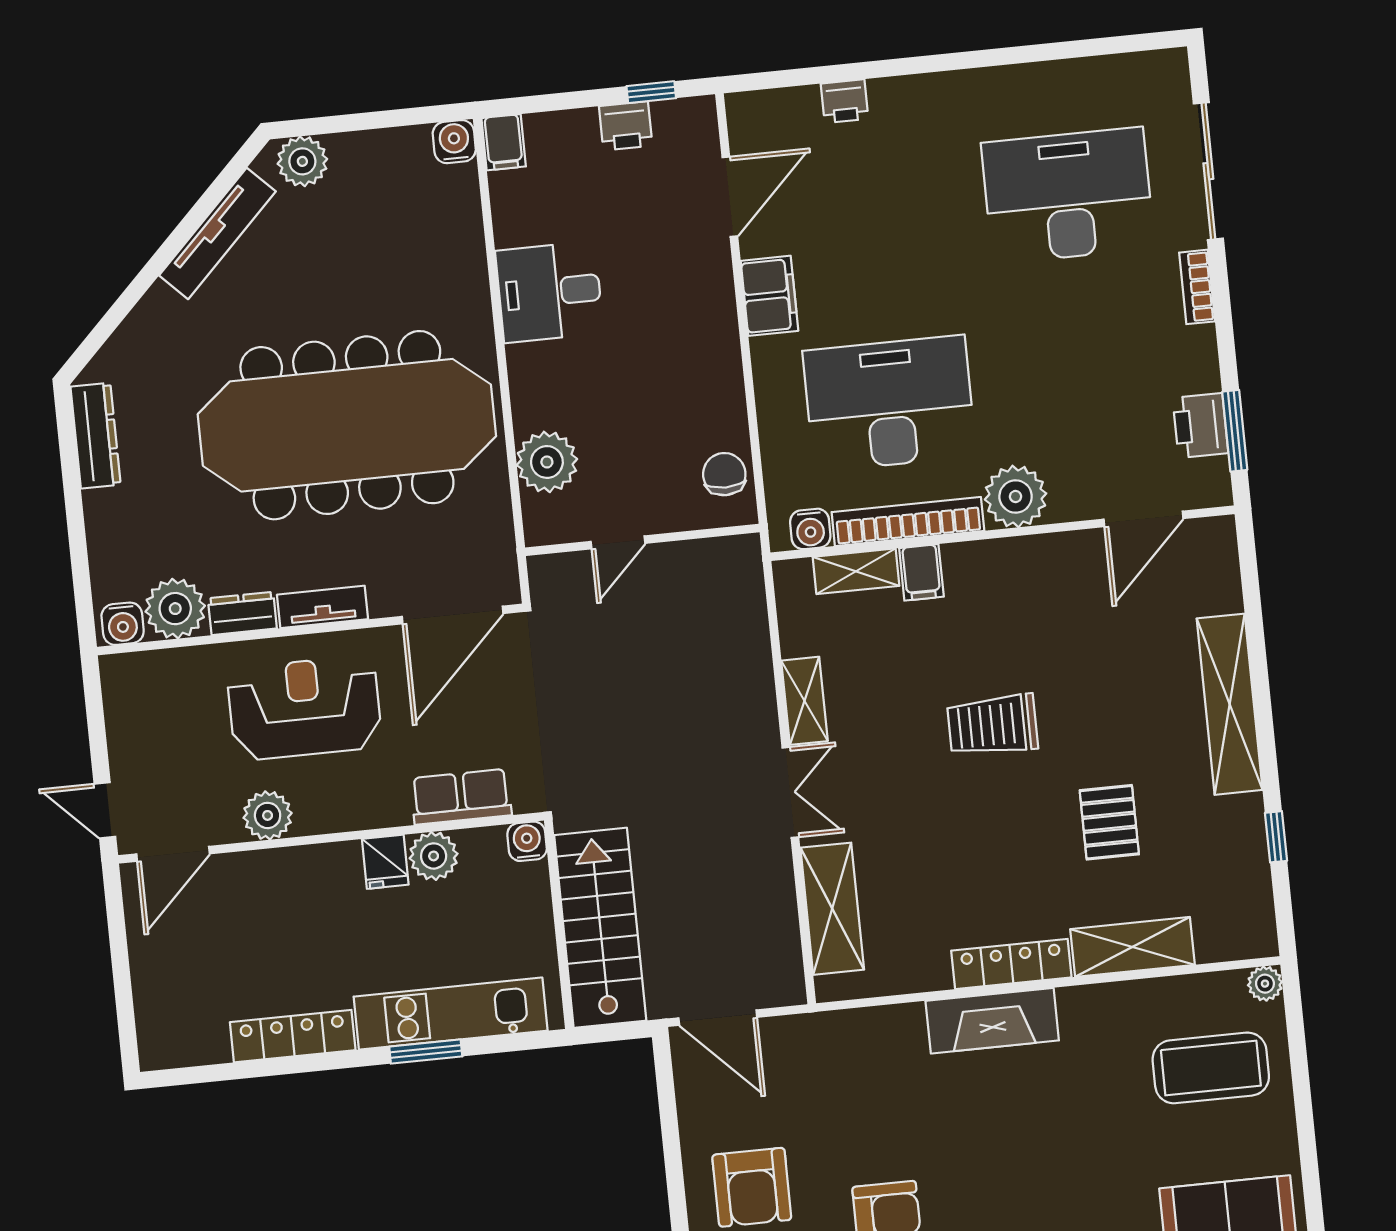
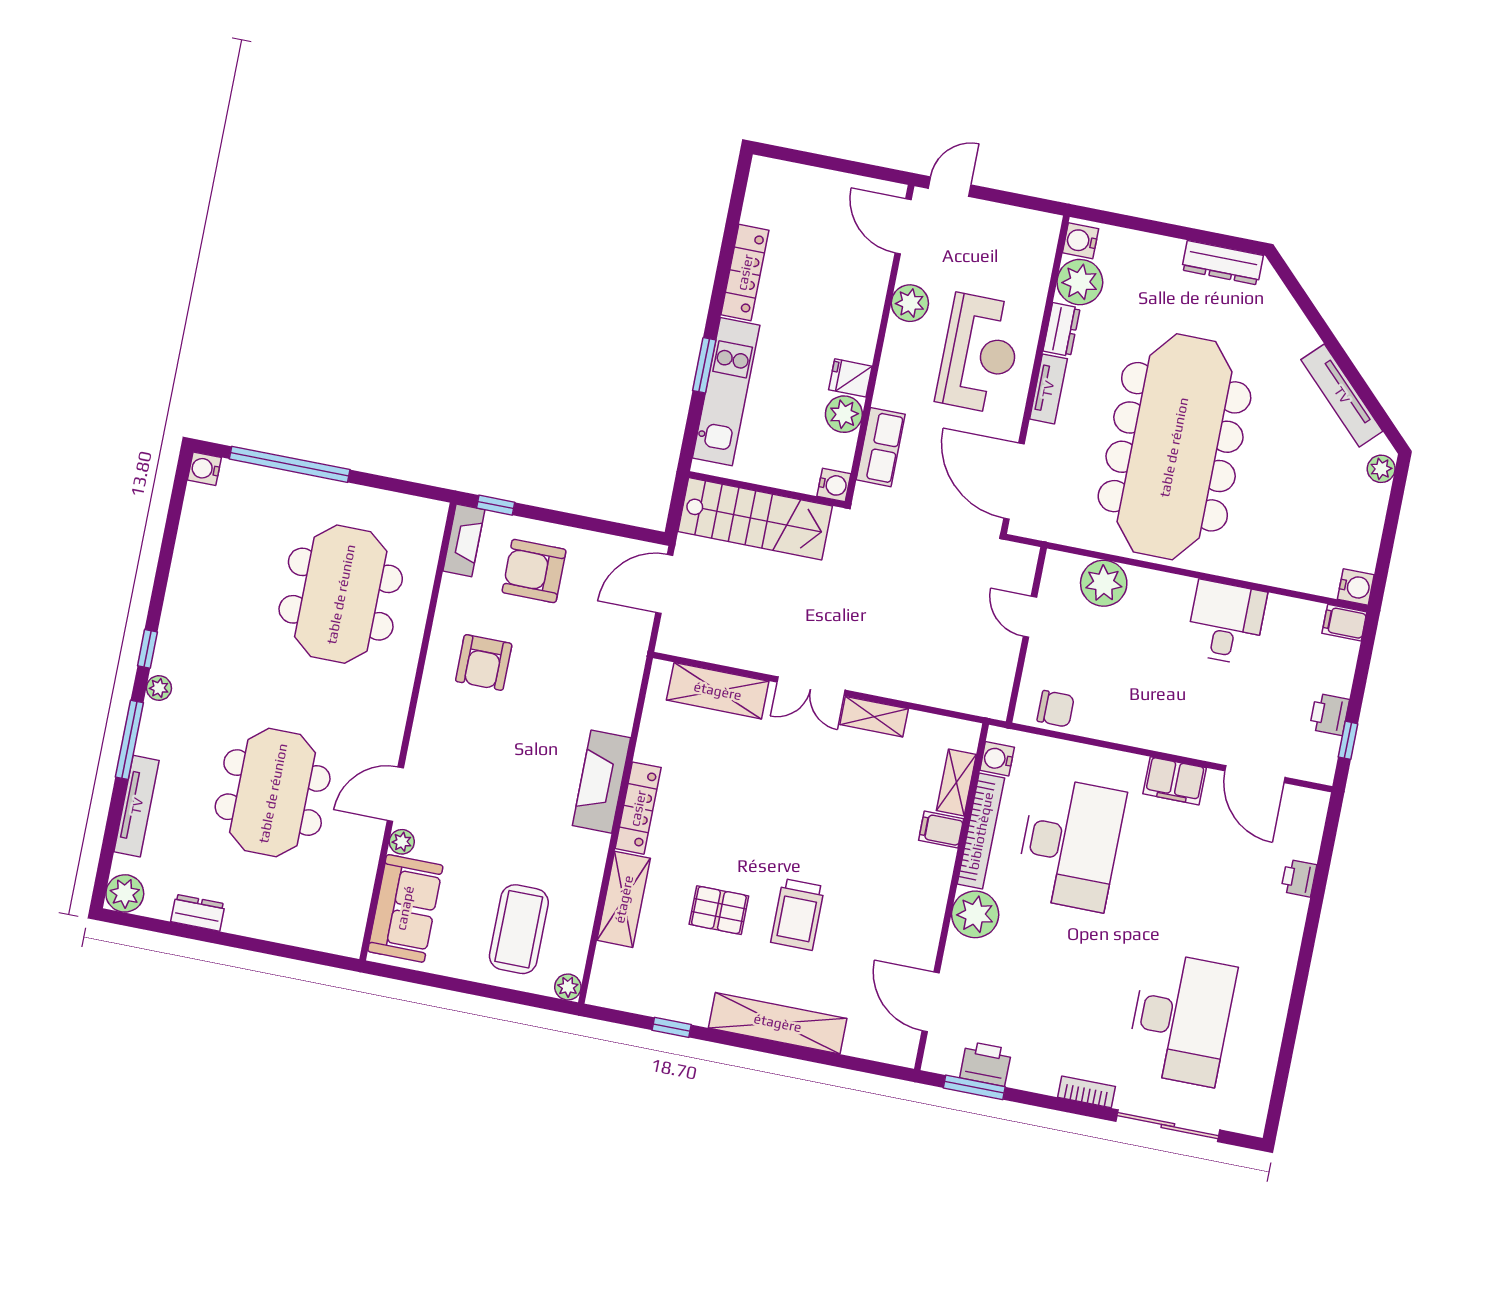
plant: (302, 161) -> (1381, 469), width x0.73, depth x0.73
trolley: (992, 725) -> (798, 914), moved, turned 180

